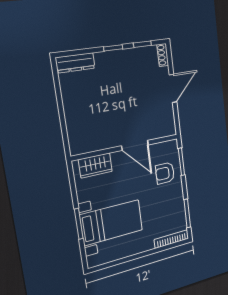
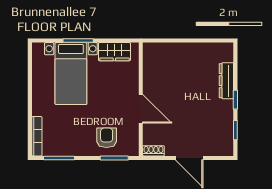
shoe rack: (163, 55) -> (153, 151), moved
dresser: (75, 63) -> (226, 81), moved
door: (135, 145) -> (141, 109), swing flipped
wardrobe: (95, 165) -> (114, 52), moved, turned -90

